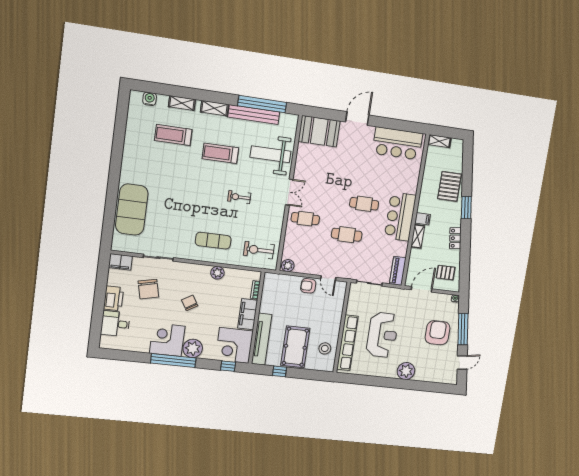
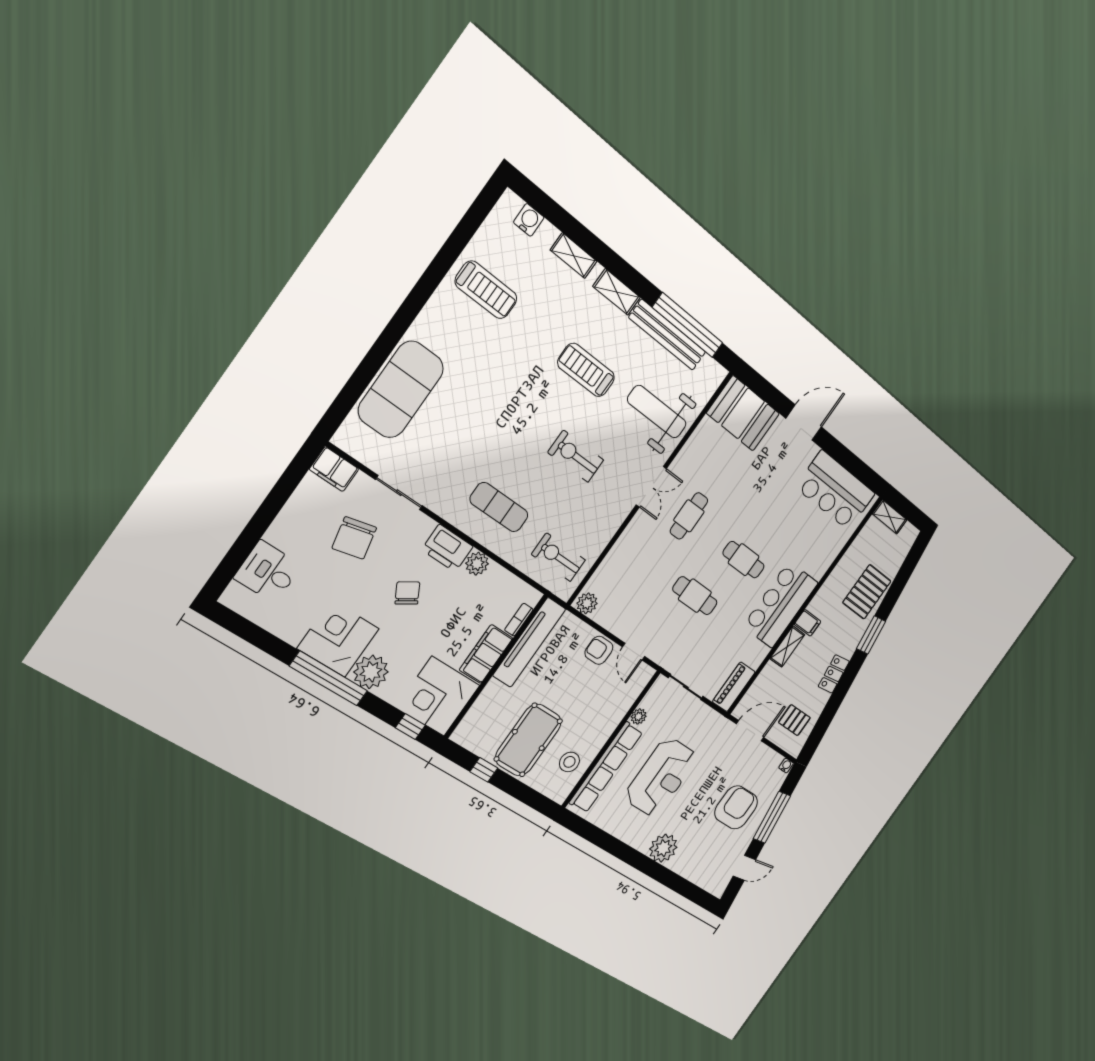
treadmill: (173, 135) -> (486, 290), moved, turned 180
exercise bike: (239, 197) -> (576, 456), width x1.38, depth x1.39
cafe table: (305, 219) -> (689, 516), moved, turned 90
printer: (114, 298) -> (447, 548), moved, turned 90
plant: (351, 309) -> (639, 716), added
tv unit: (262, 339) -> (529, 642), moved

